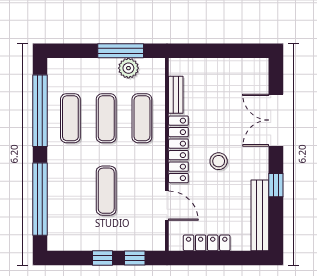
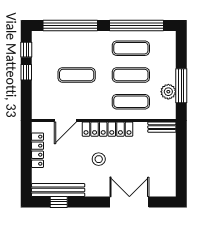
bench: (176, 95) -> (162, 127), moved
window: (276, 185) -> (59, 202), moved
window: (135, 258) -> (26, 50), moved

